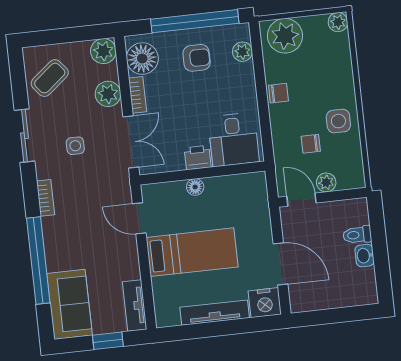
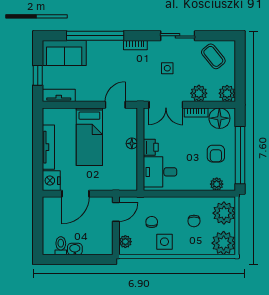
plant: (338, 22) -> (224, 243), width x1.87, depth x1.87
chair: (278, 93) -> (194, 221), moved
plant: (326, 182) -> (125, 242), moved
toilet: (357, 235) -> (61, 246), moved

